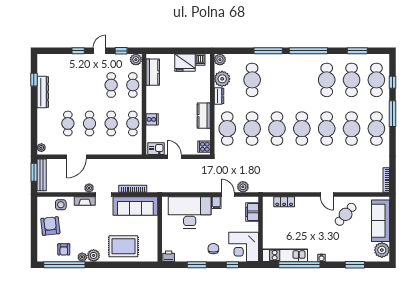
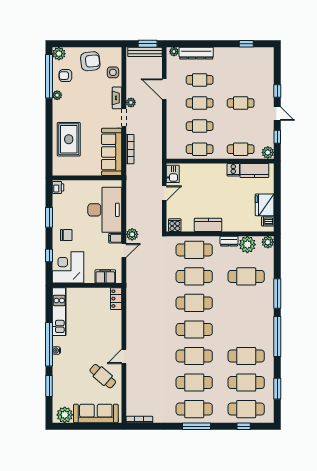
cafe table: (111, 85) -> (241, 103), moved
dresser: (43, 92) -> (196, 53), moved
window: (393, 114) -> (196, 426), moved
cooker: (152, 119) -> (233, 170), moved
plant: (243, 187) -> (132, 234), moved
locker: (284, 202) -> (116, 299), moved
plant: (94, 255) -> (59, 54), moved
window: (299, 265) -> (49, 344), moved

